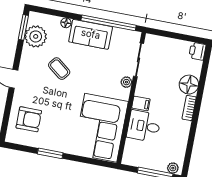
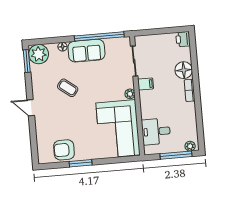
plant: (36, 36) -> (39, 54), moved
plant: (126, 82) -> (130, 94), moved
filing cabinet: (141, 103) -> (146, 84), moved
armchair: (29, 119) -> (64, 150), moved, turned 180
desk: (144, 126) -> (156, 131), moved

